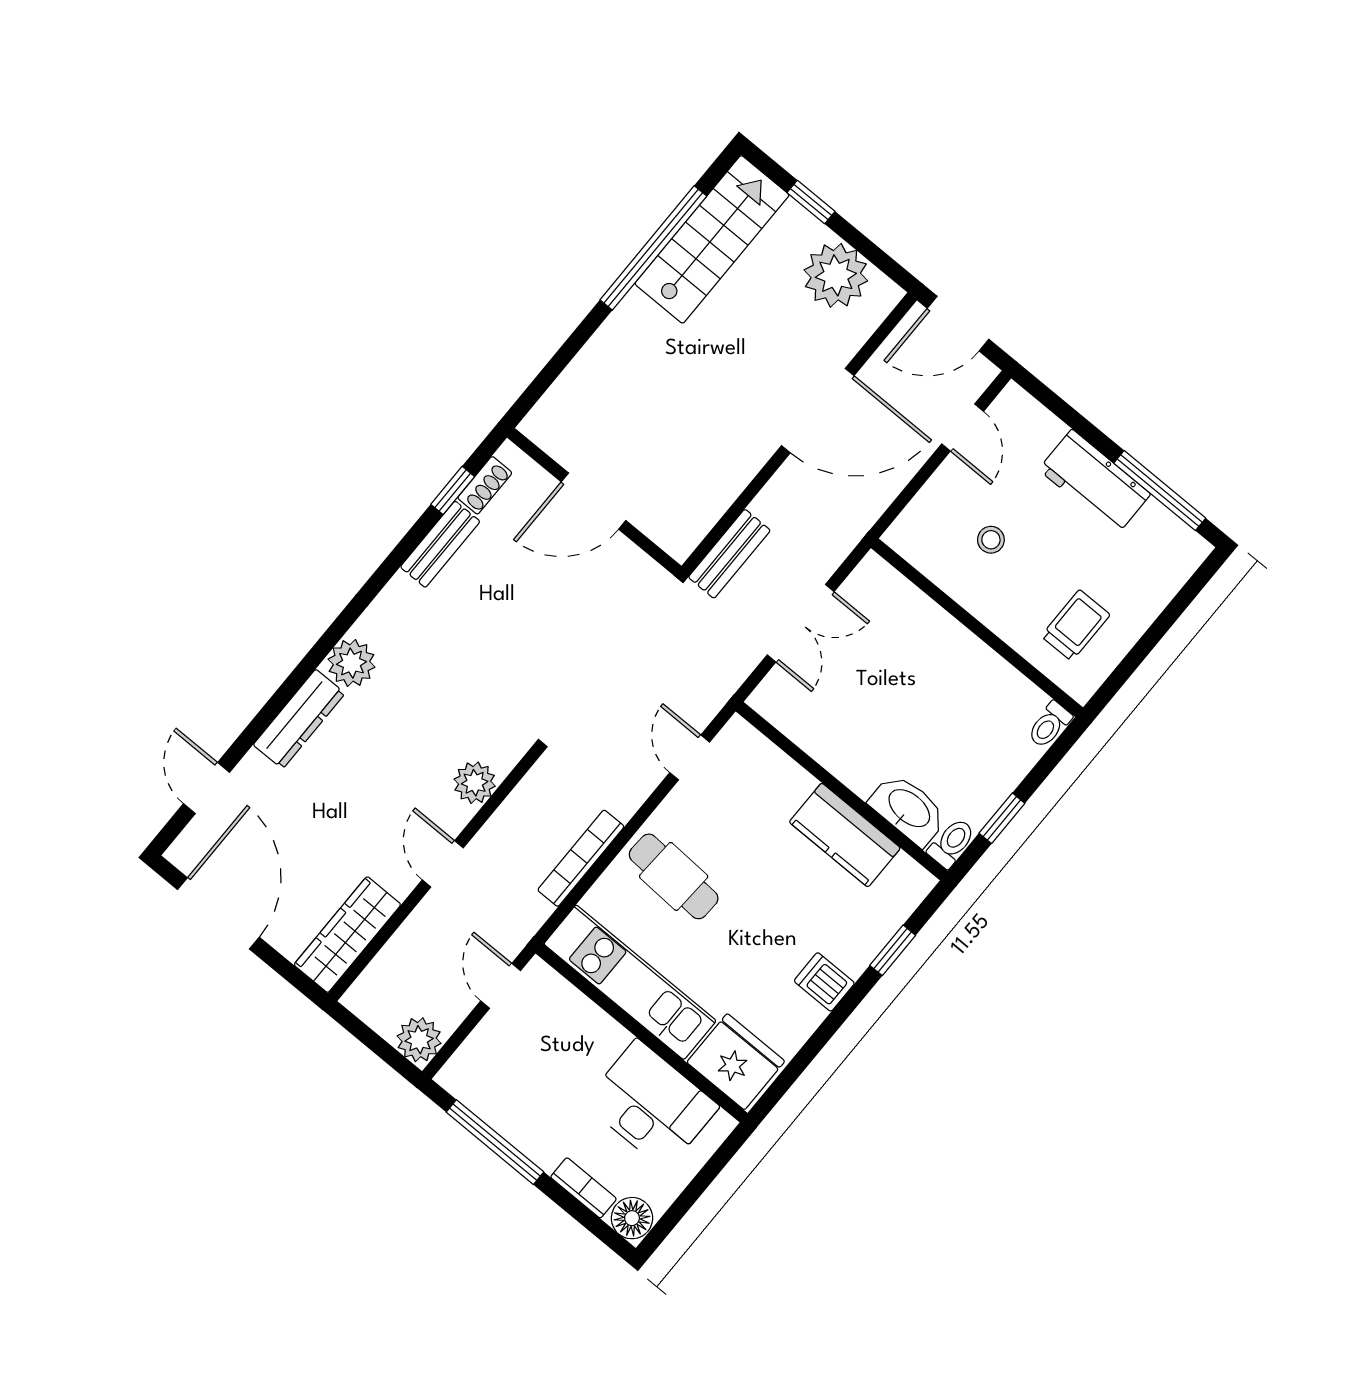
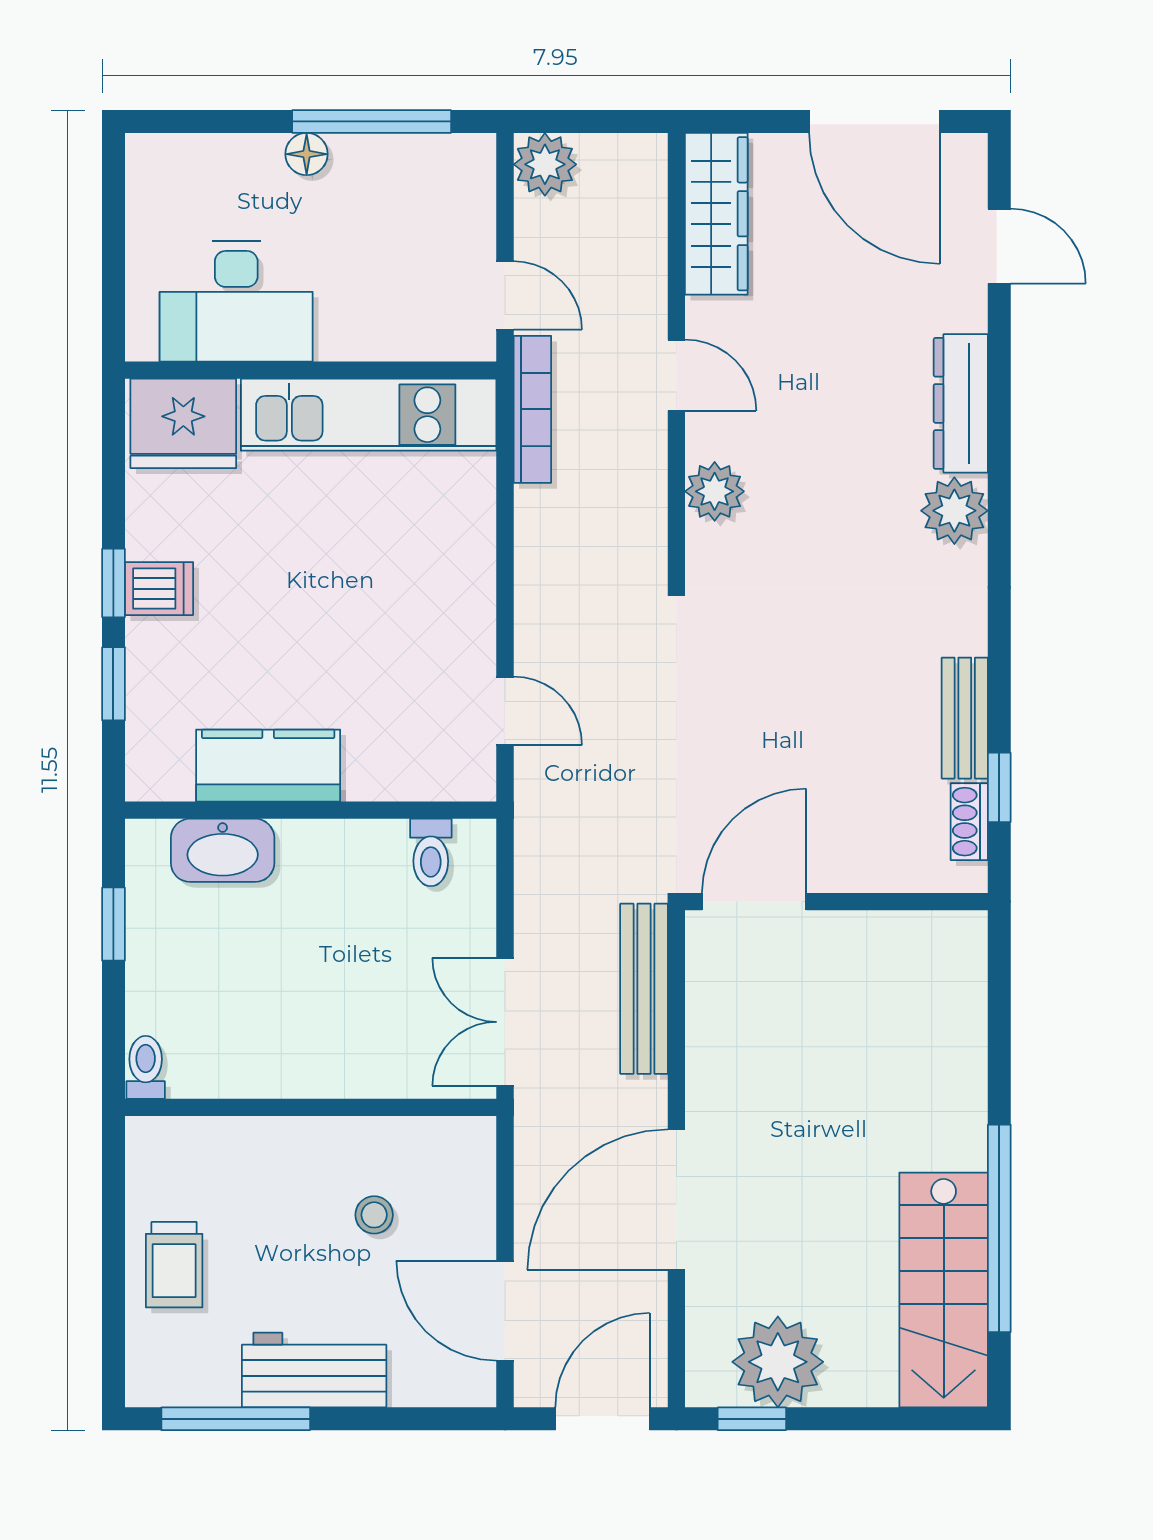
window: (811, 202) -> (752, 1419), moved
door: (963, 428) -> (505, 1311), width x1.38
door: (594, 501) -> (754, 902), moved
bench: (729, 554) -> (644, 989), width x1.36
double door: (801, 623) -> (505, 1022), moved
trolley: (1076, 625) -> (174, 1265), moved
toilet: (952, 843) -> (431, 852), moved
bookcase: (581, 858) -> (532, 409), moved
cafe table: (674, 876) -> (416, 568), removed
window: (847, 1006) -> (113, 583), added
bookcase: (584, 1188) -> (235, 151), removed
floor lamp: (632, 1218) -> (307, 154), moved, width x0.73, depth x0.73

